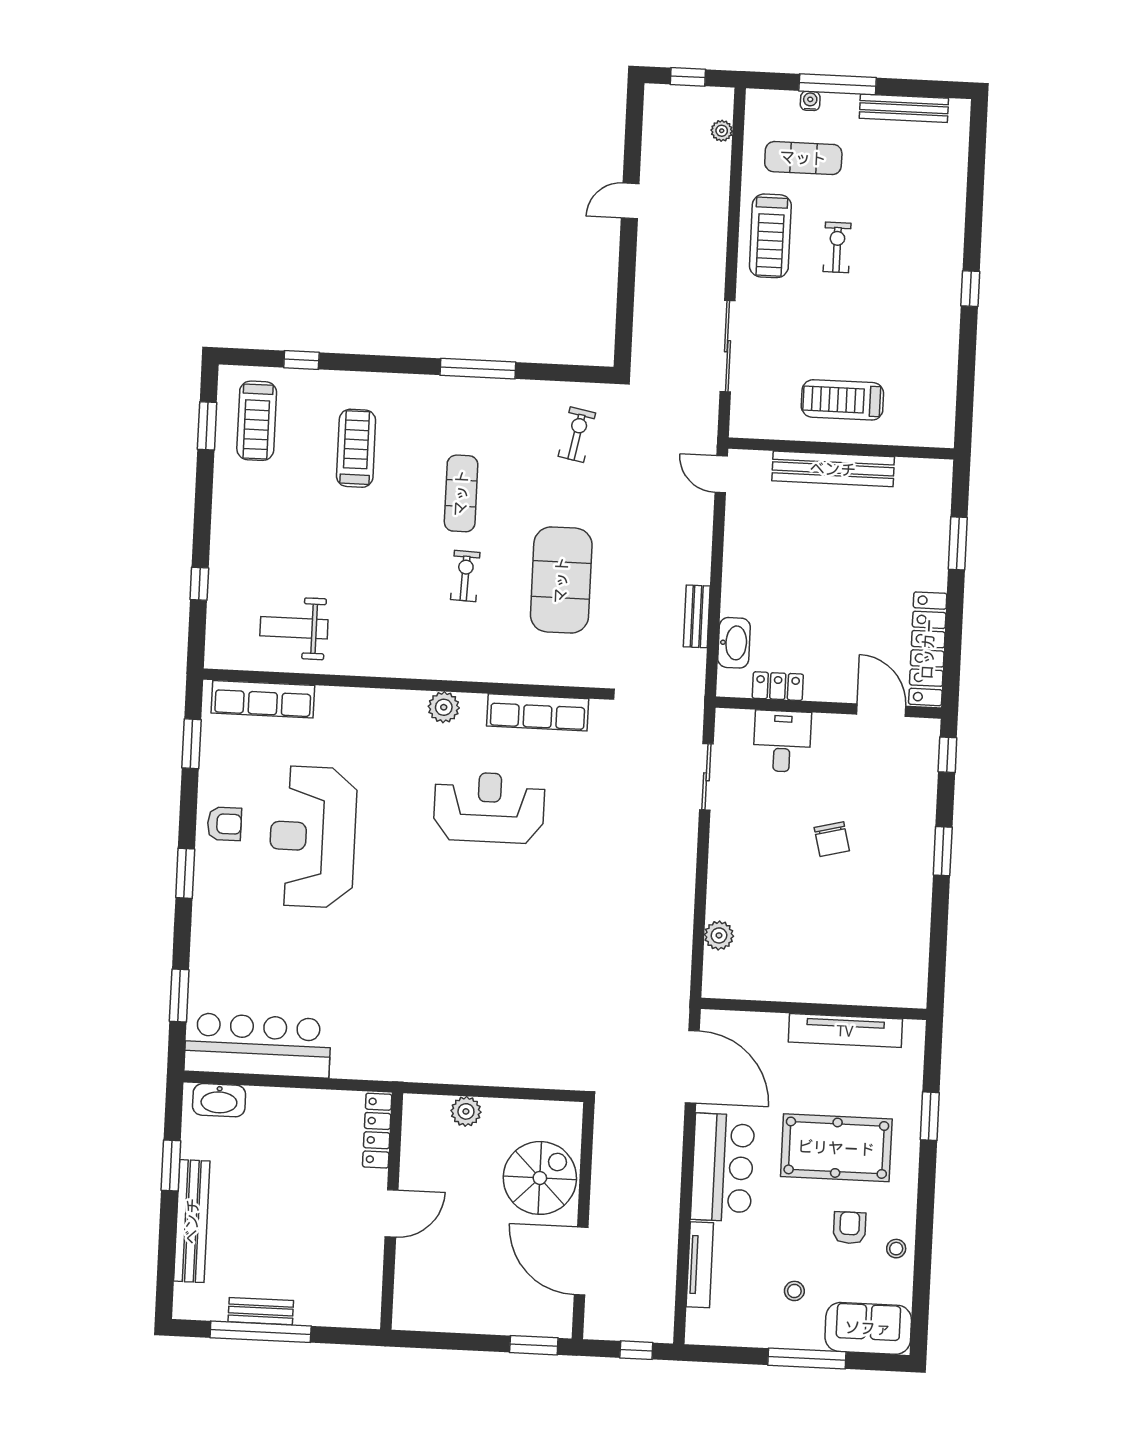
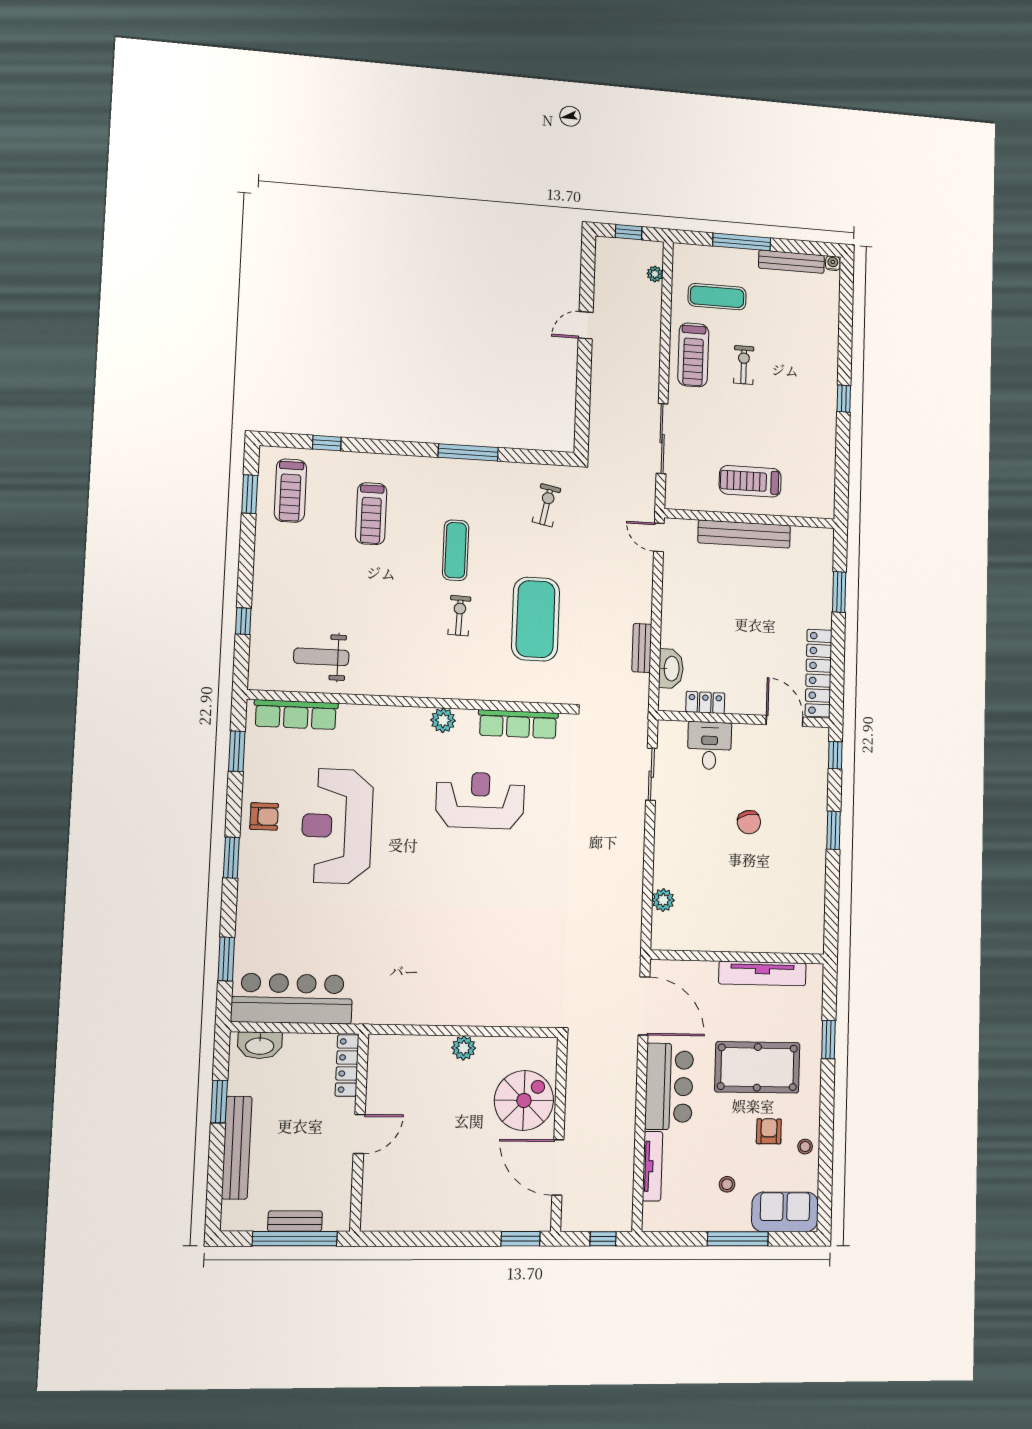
water cooler: (810, 101) -> (833, 263), moved
treadmill: (356, 448) -> (371, 514), turned 180
locker: (377, 1131) -> (347, 1066), moved
wall: (392, 1211) -> (359, 1132), moved
door: (392, 1213) -> (359, 1134), moved

